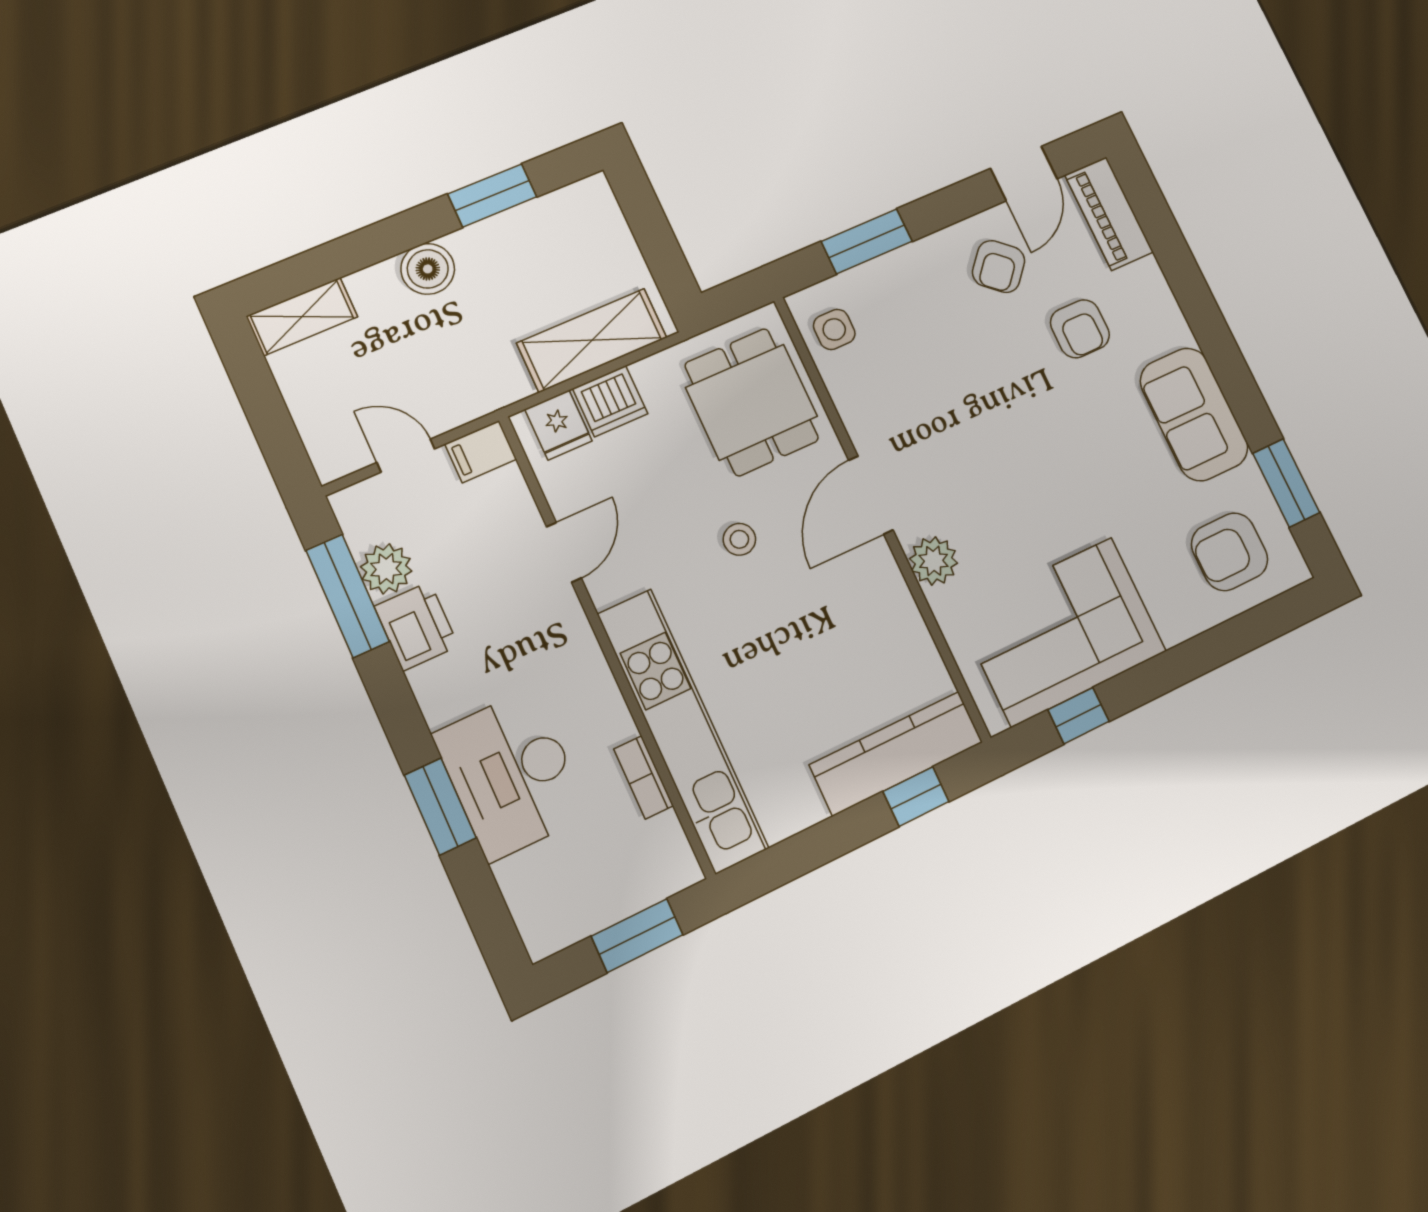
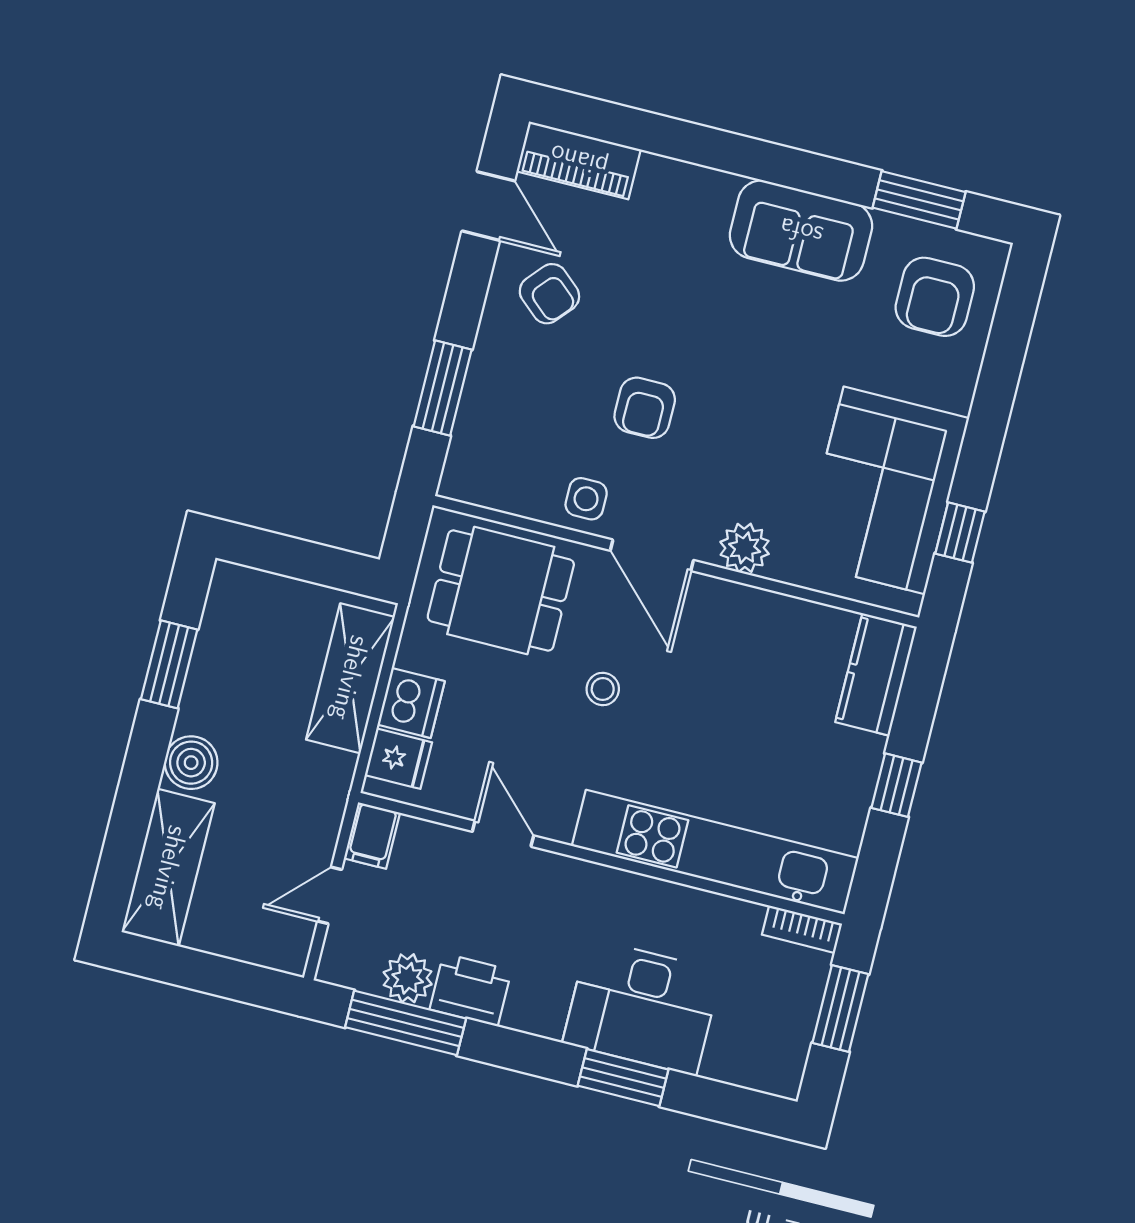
shelving: (302, 317) -> (168, 868), width x1.50, depth x1.33
side table: (834, 329) -> (586, 499), moved
armchair: (1080, 329) -> (645, 408), moved, turned 90
kitchen counter: (896, 753) -> (876, 674), width x0.67
bookcase: (643, 777) -> (802, 929), moved
window: (916, 797) -> (897, 785), moved

